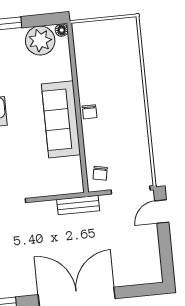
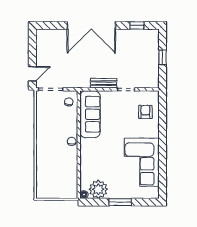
sofa: (61, 119) -> (90, 114), moved
bench: (78, 205) -> (104, 83), moved

